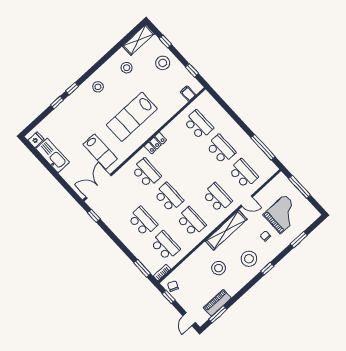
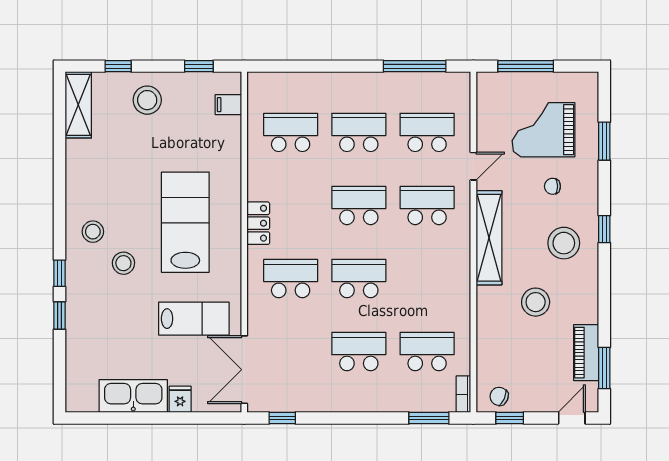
stool: (127, 68) -> (123, 263), moved
lab bench: (132, 117) -> (185, 222), turned 180
fridge: (36, 140) -> (180, 399), moved
grand piano: (283, 214) -> (543, 130), turned -90
school desk: (191, 222) -> (359, 205), moved
door: (189, 319) -> (572, 418), swing flipped

